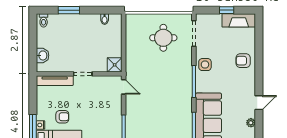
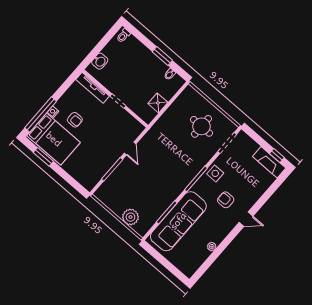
window: (69, 10) -> (162, 56), moved
window: (227, 10) -> (277, 156), moved
armchair: (243, 61) -> (226, 200), moved
shower: (115, 65) -> (158, 103), moved
door: (124, 87) -> (130, 149), moved
door: (259, 103) -> (246, 219), moved

